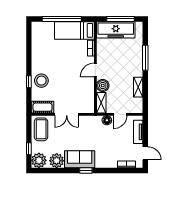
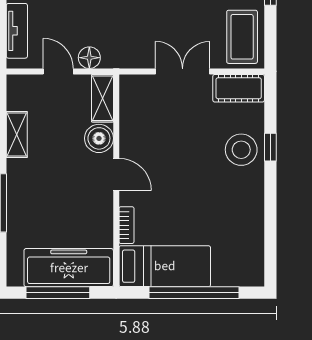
door: (95, 70) -> (116, 174), hinge flipped
door: (120, 114) -> (58, 71), hinge flipped

